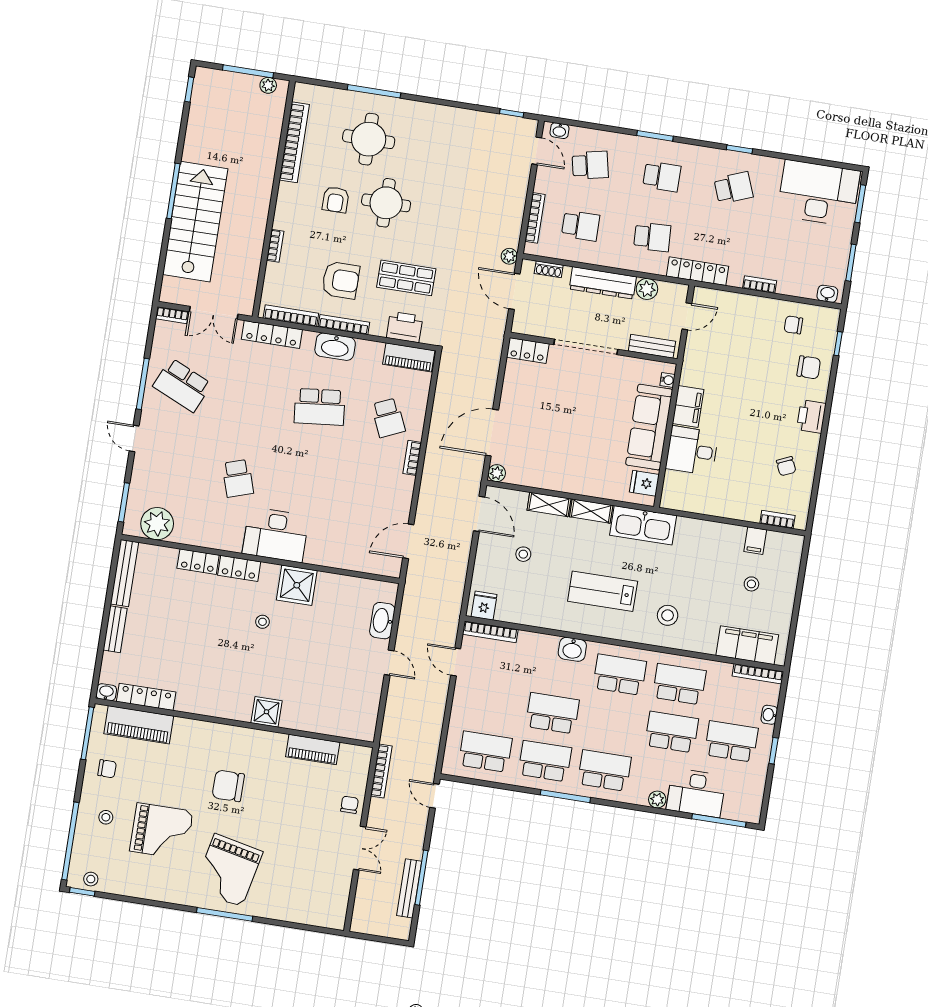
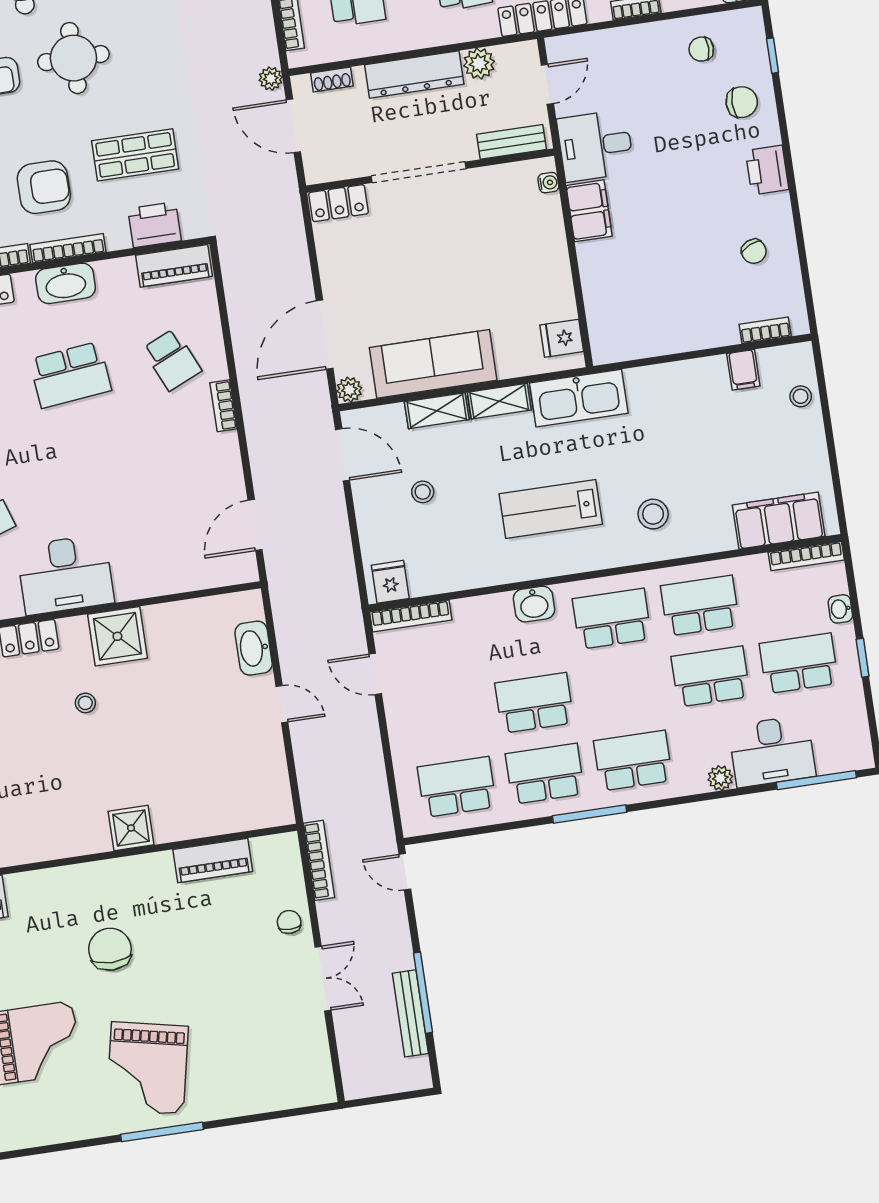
sofa: (649, 427) -> (433, 364), moved, turned 90
desk: (692, 451) -> (596, 146), moved
stool: (751, 584) -> (801, 396), moved
chair: (228, 786) -> (110, 949), turned 90

